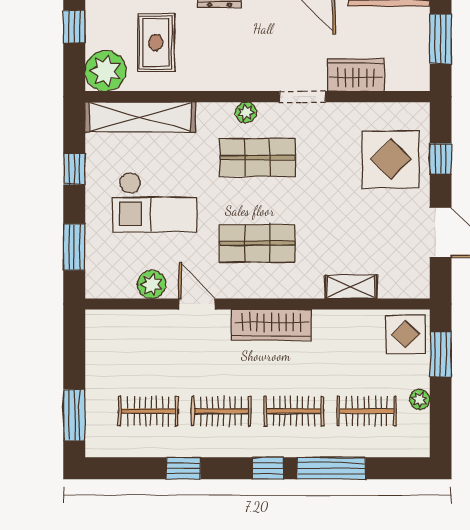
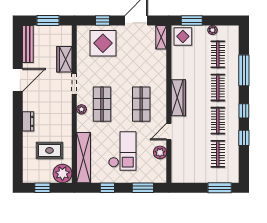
shelving: (351, 287) -> (161, 37), moved
window: (268, 468) -> (244, 111), moved

